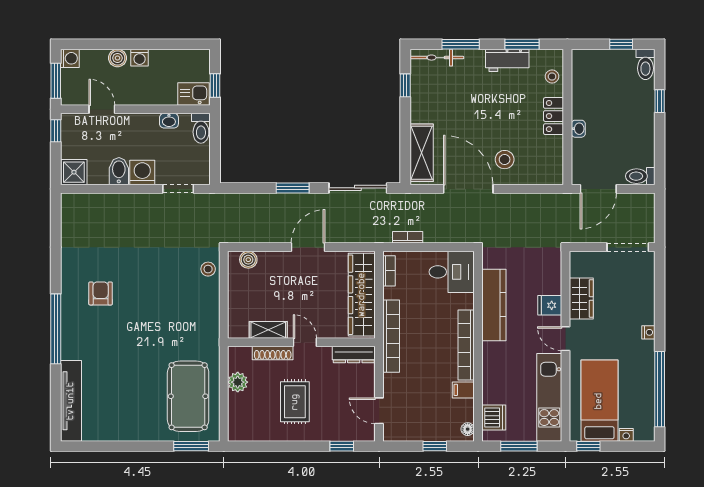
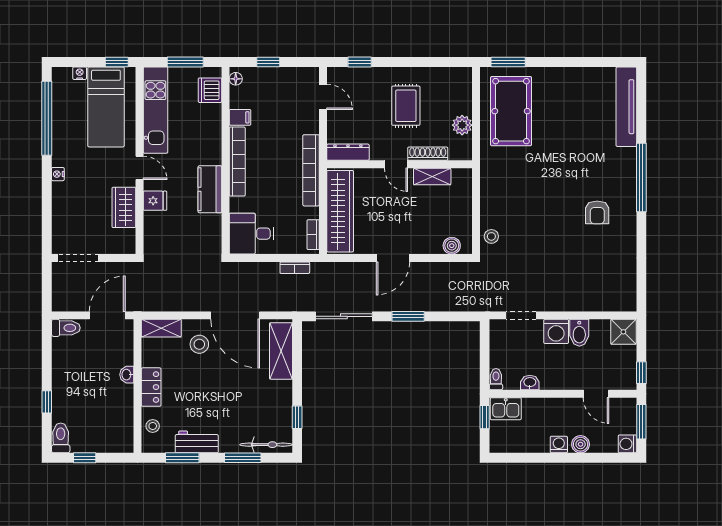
toilet: (201, 128) -> (496, 379), width x0.73, depth x0.72
shelving: (543, 176) -> (161, 328), added
kitchen counter: (494, 305) -> (210, 189), width x0.67

